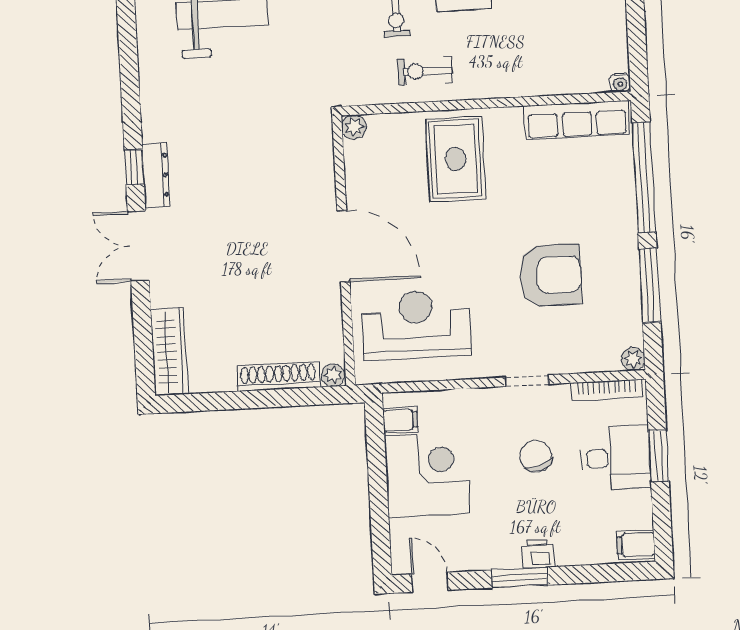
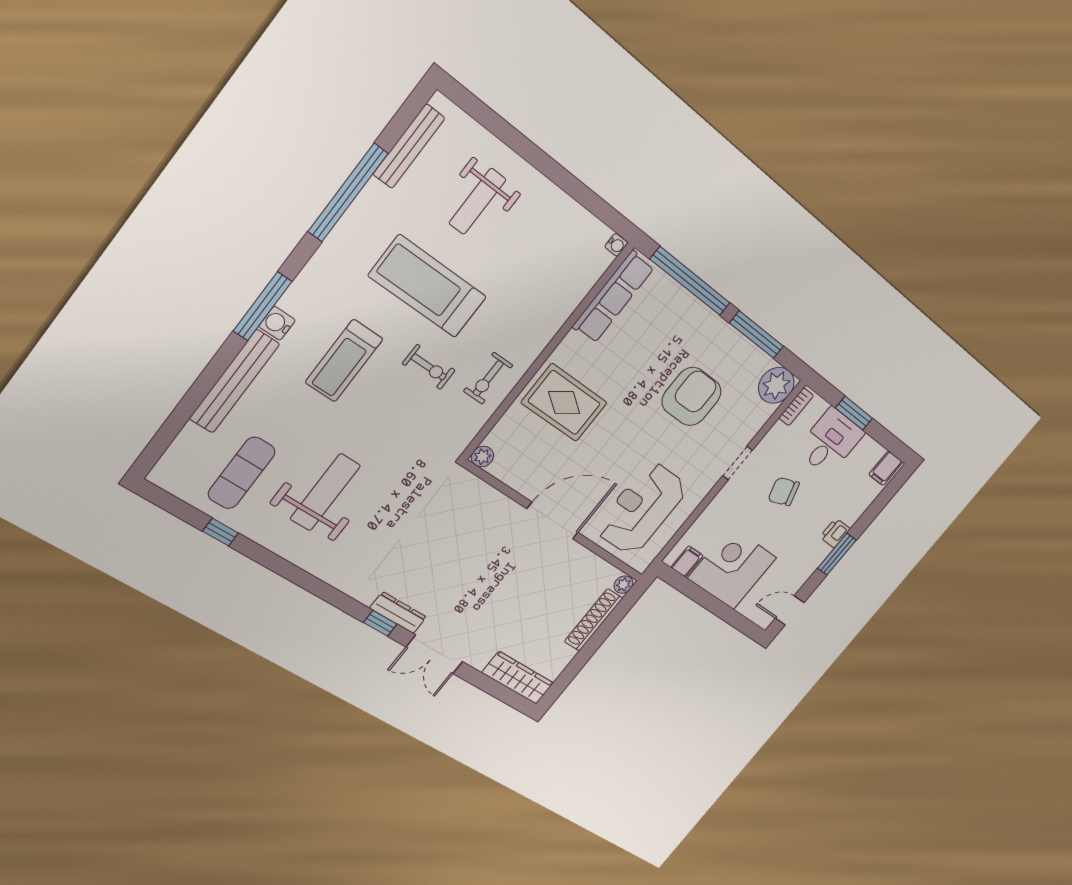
plant: (633, 359) -> (776, 385), width x1.88, depth x1.88
bookcase: (607, 390) -> (796, 407), width x0.64

